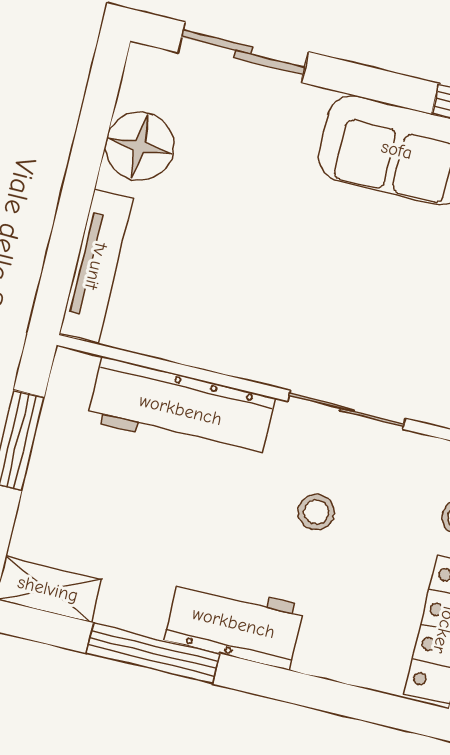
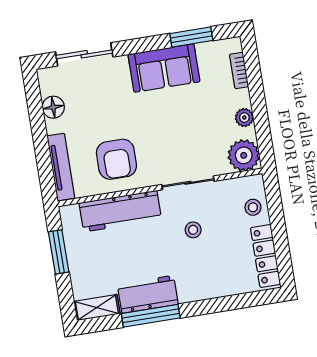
floor lamp: (140, 146) -> (53, 107), width x0.73, depth x0.73
armchair: (219, 298) -> (116, 159), added
workbench: (234, 623) -> (148, 294), moved

